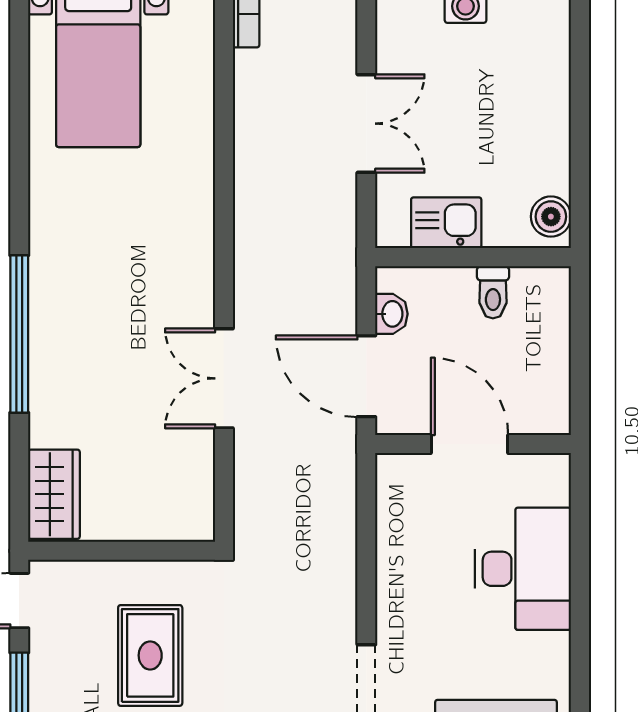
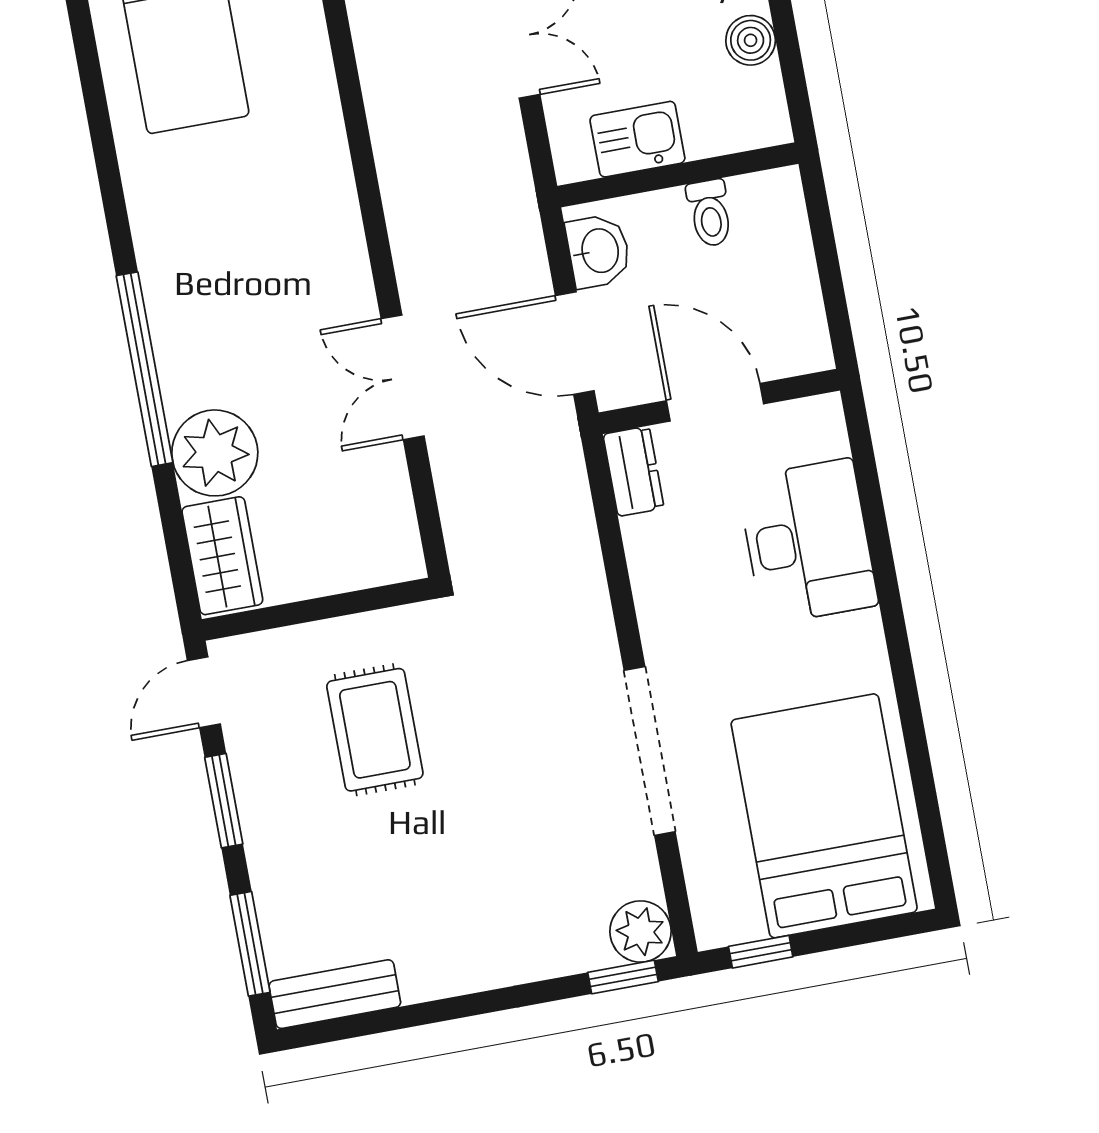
boiler: (551, 217) -> (751, 40), moved
washbasin: (391, 314) -> (598, 251), width x1.38, depth x1.45
plant: (63, 411) -> (215, 453), added
dresser: (394, 487) -> (633, 471), added

